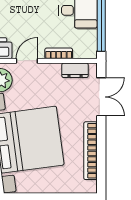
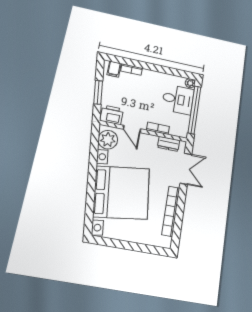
door: (27, 61) -> (132, 129), swing flipped

